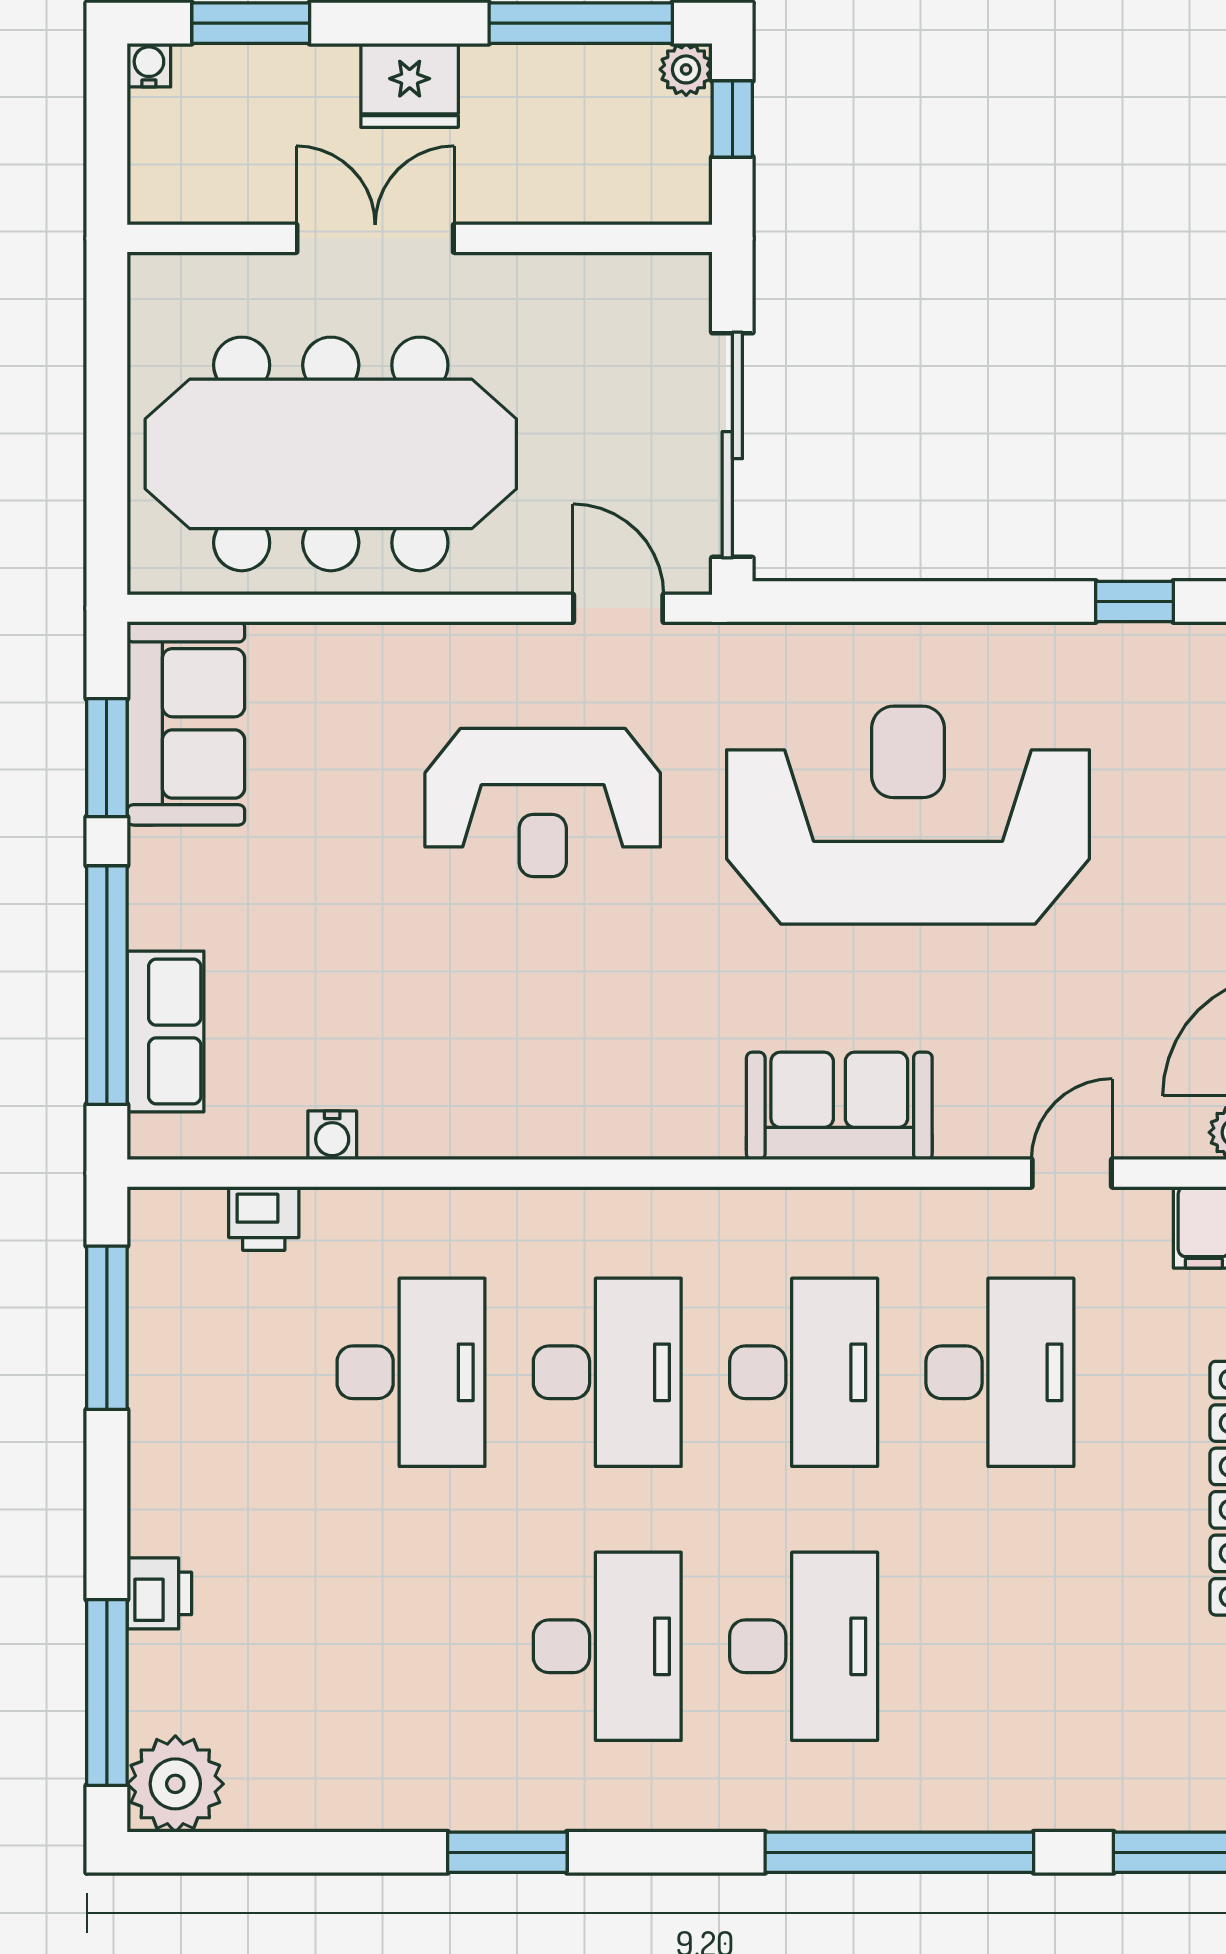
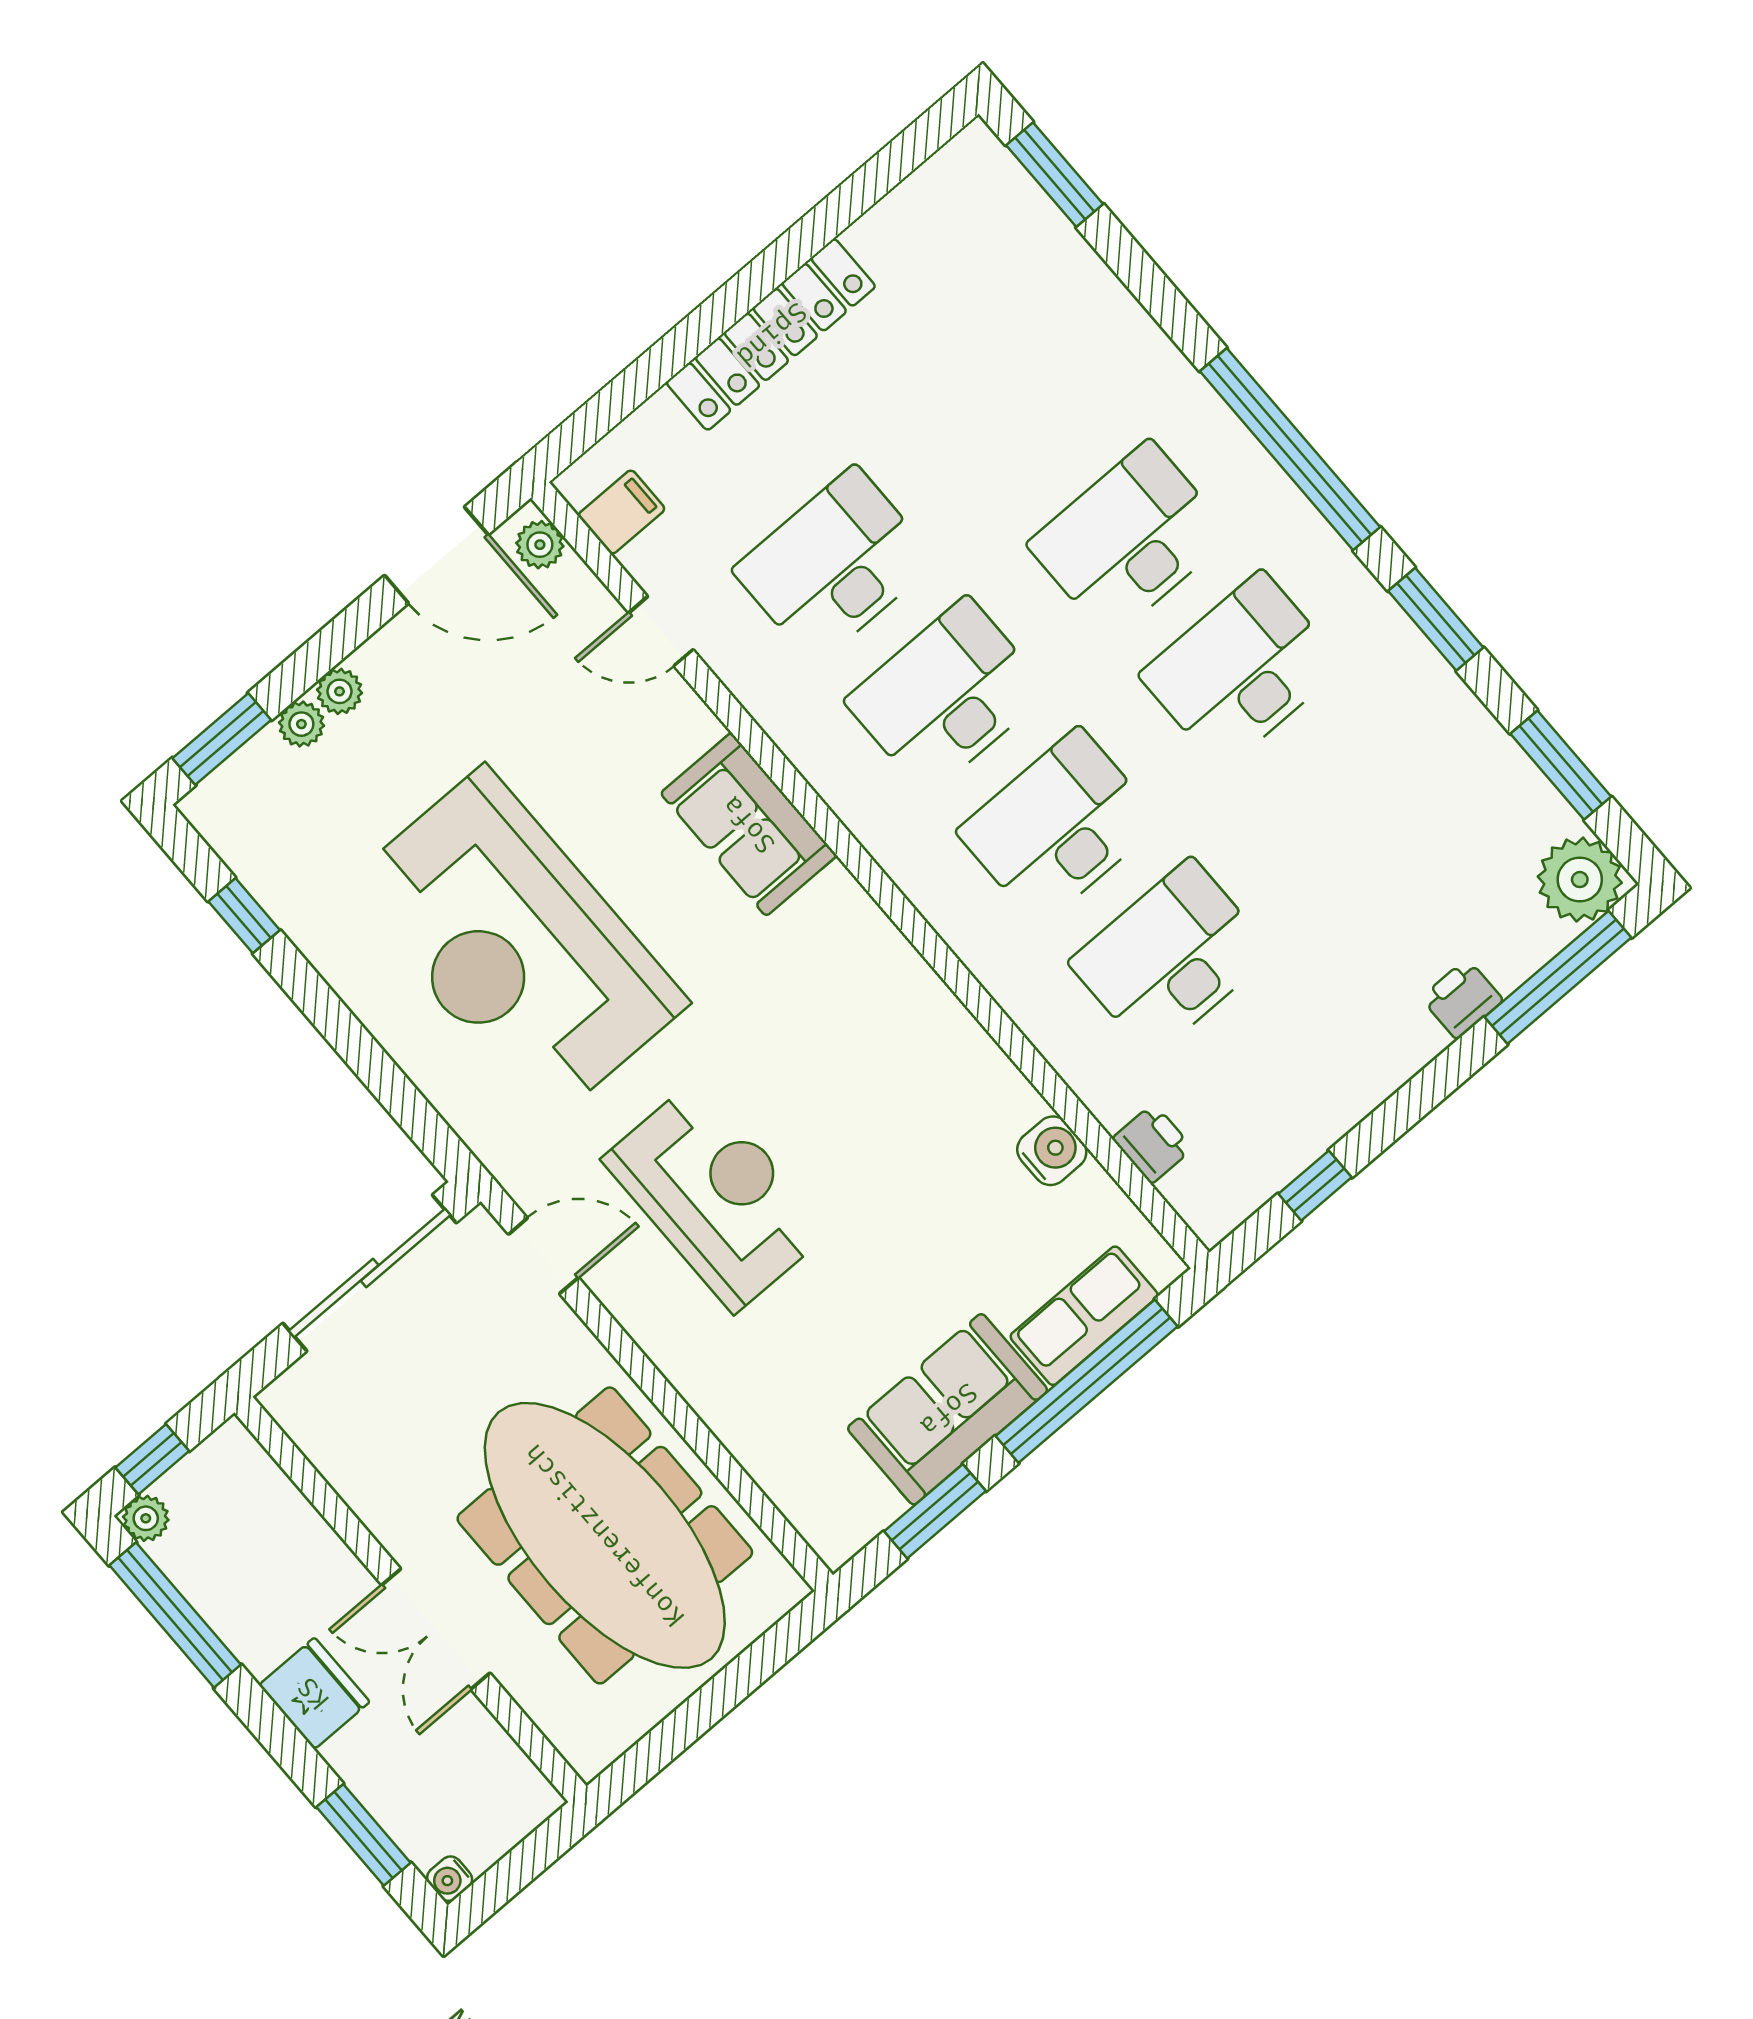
door: (618, 608) -> (543, 1256), swing flipped
sofa: (186, 723) -> (948, 1409), moved
water cooler: (332, 1135) -> (1052, 1151), width x1.38, depth x1.38
window: (107, 1328) -> (1315, 1186), width x0.46
window: (288, 1852) -> (1561, 765), added
window: (899, 1852) -> (1290, 449), moved

